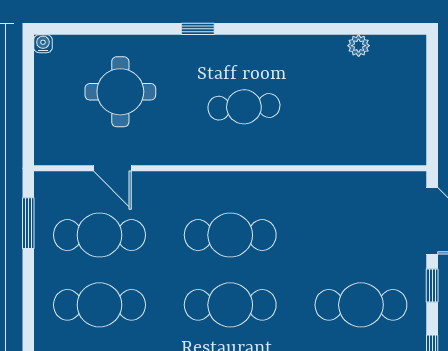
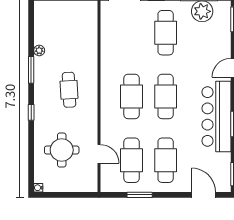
window: (285, 29) -> (31, 70), added
plant: (359, 46) -> (39, 50), moved
door: (113, 168) -> (99, 154), hinge flipped
window: (28, 223) -> (140, 195), moved

